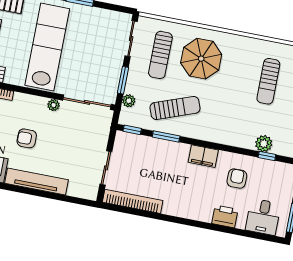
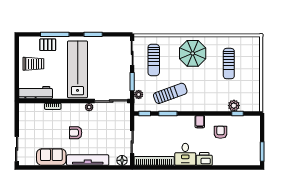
parasol: (201, 59) -> (193, 53), moved
filing cabinet: (203, 156) -> (200, 122), width x0.50
floor lamp: (86, 192) -> (122, 160), added
printer: (225, 216) -> (204, 159), moved
desk: (263, 217) -> (185, 154), moved

